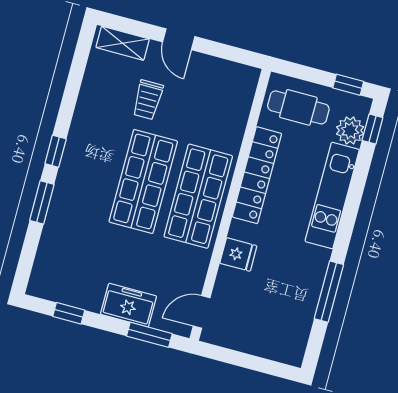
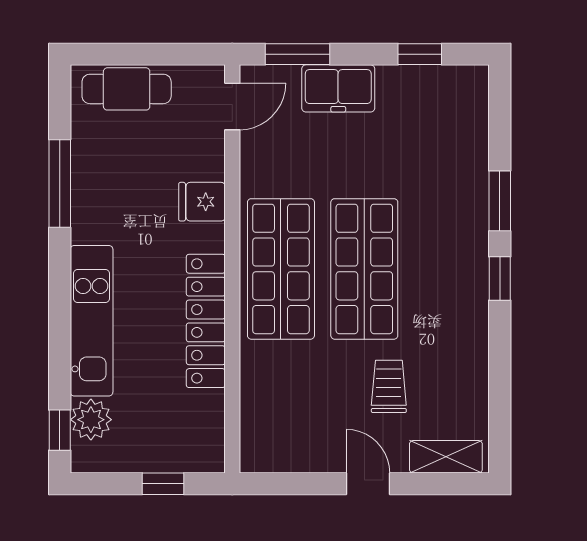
window: (348, 85) -> (163, 484), moved
cafe table: (298, 107) -> (127, 89), moved

